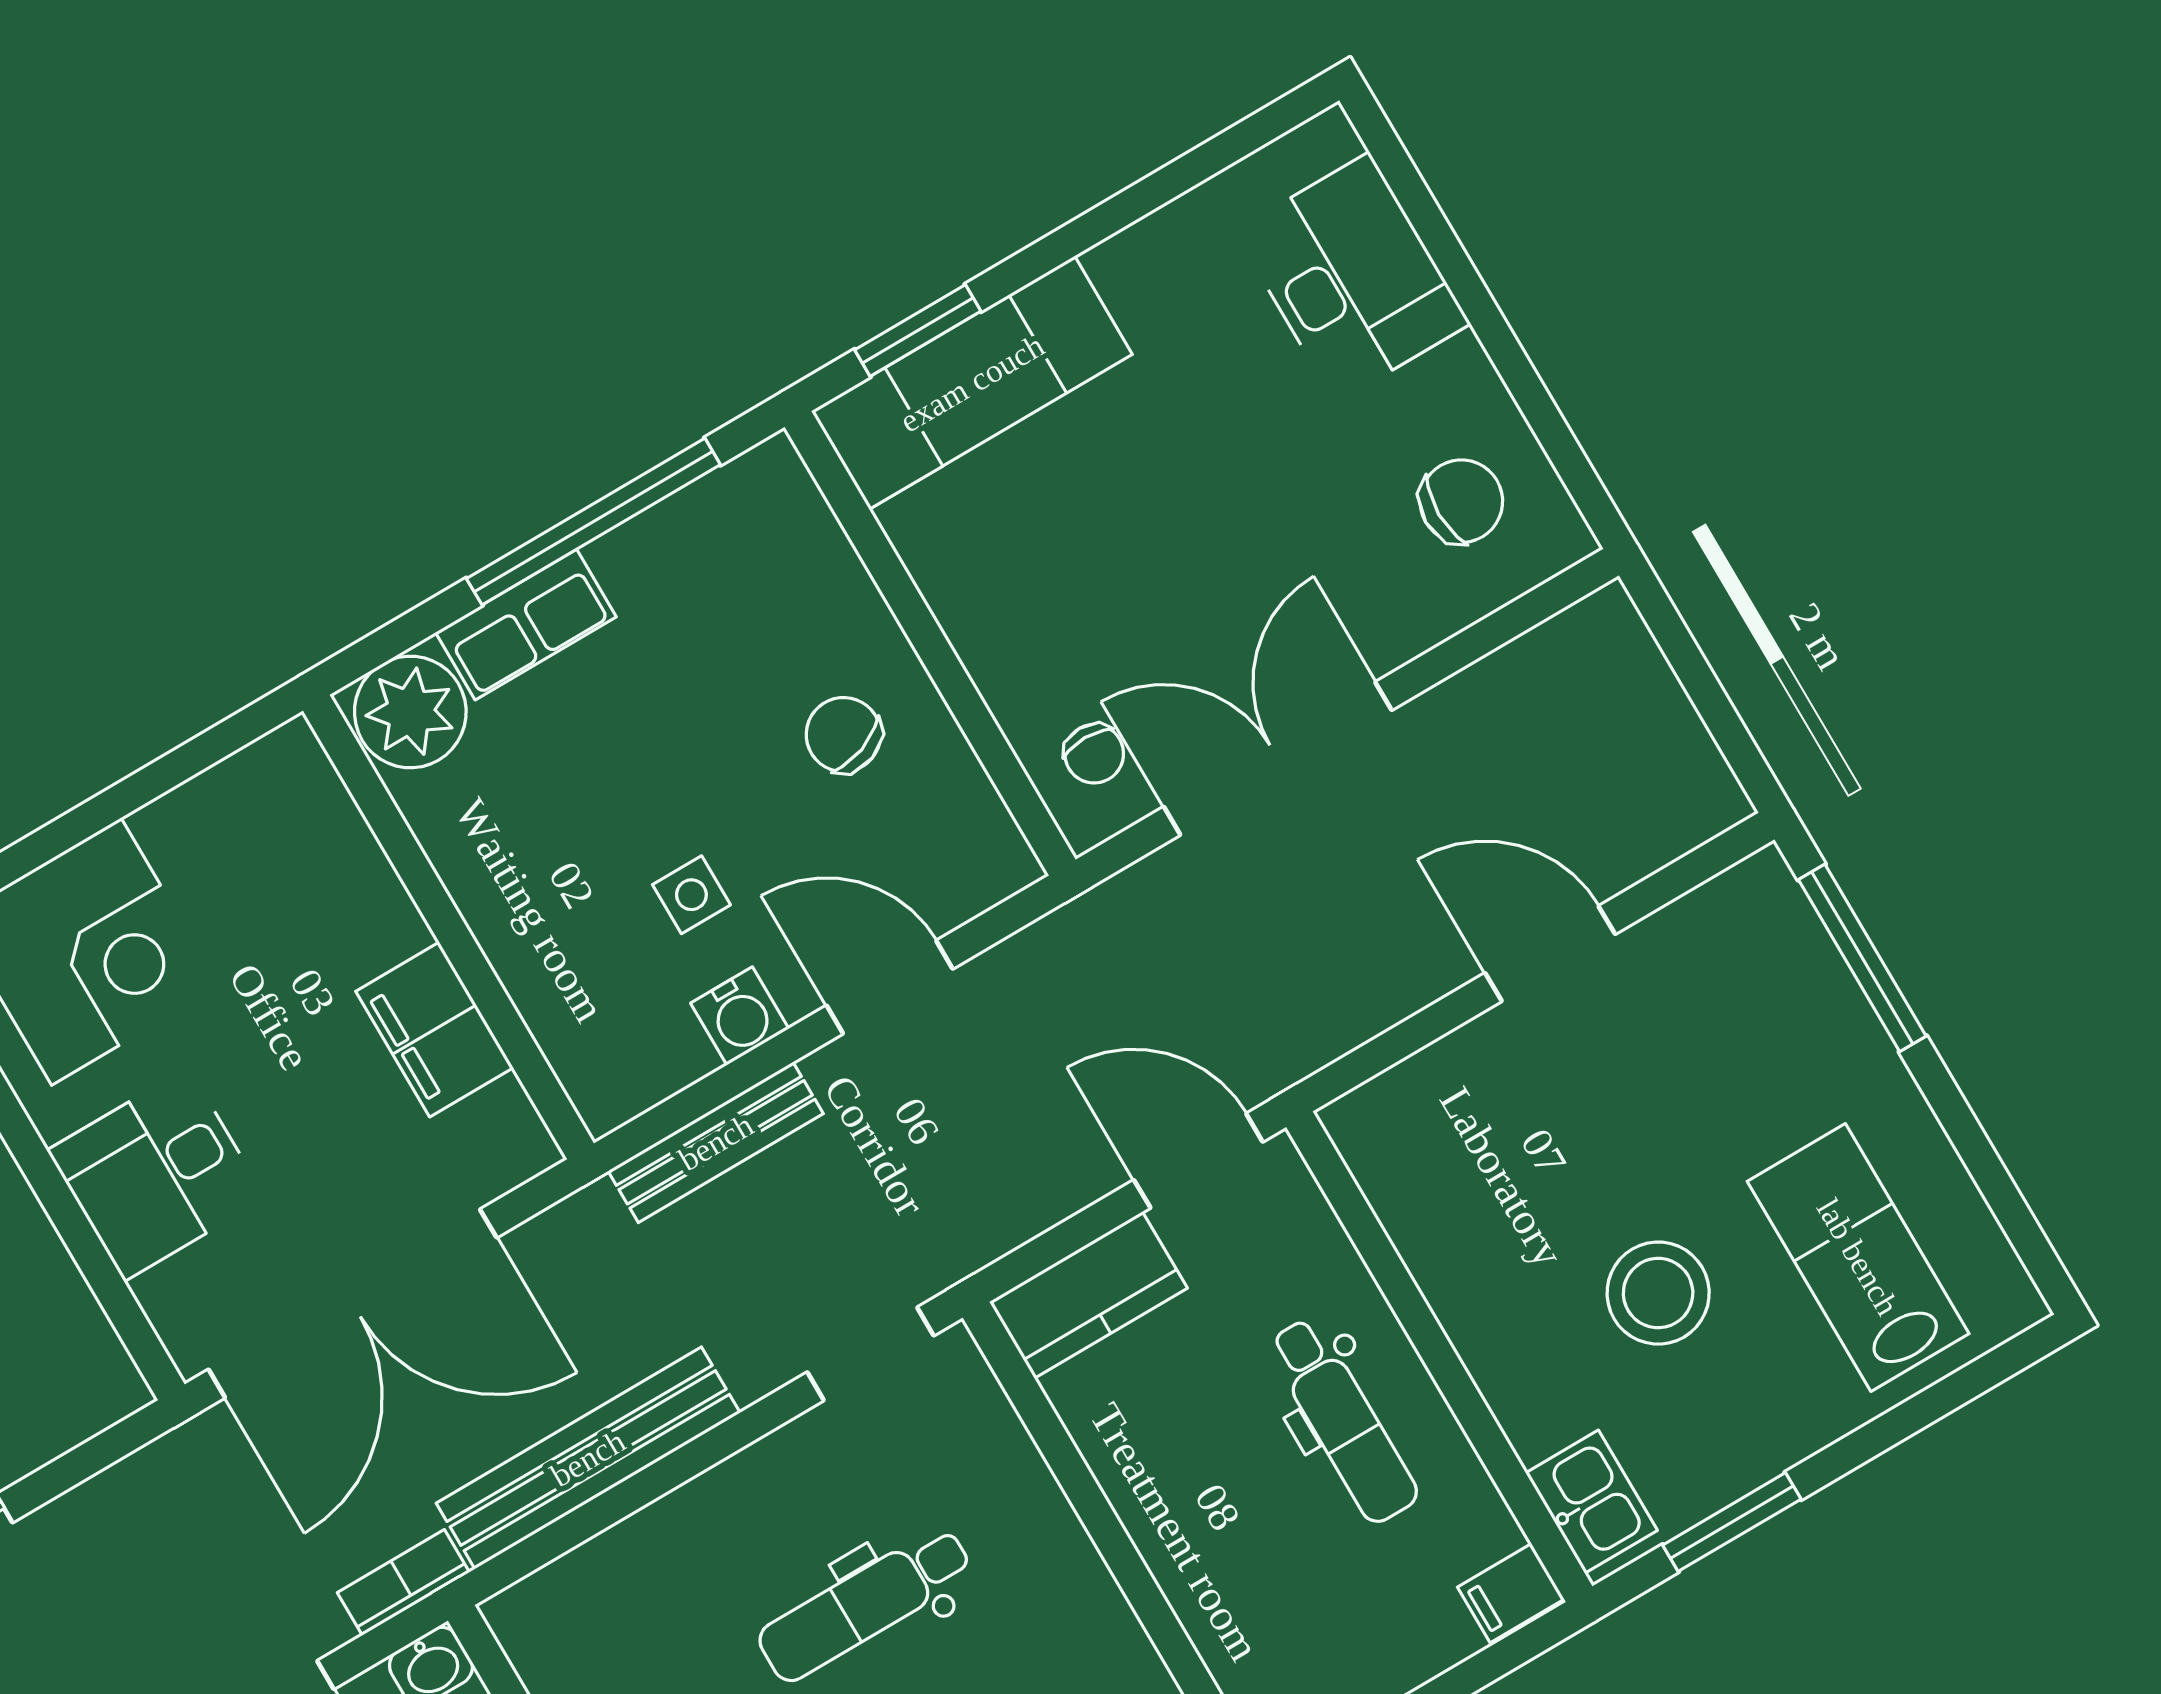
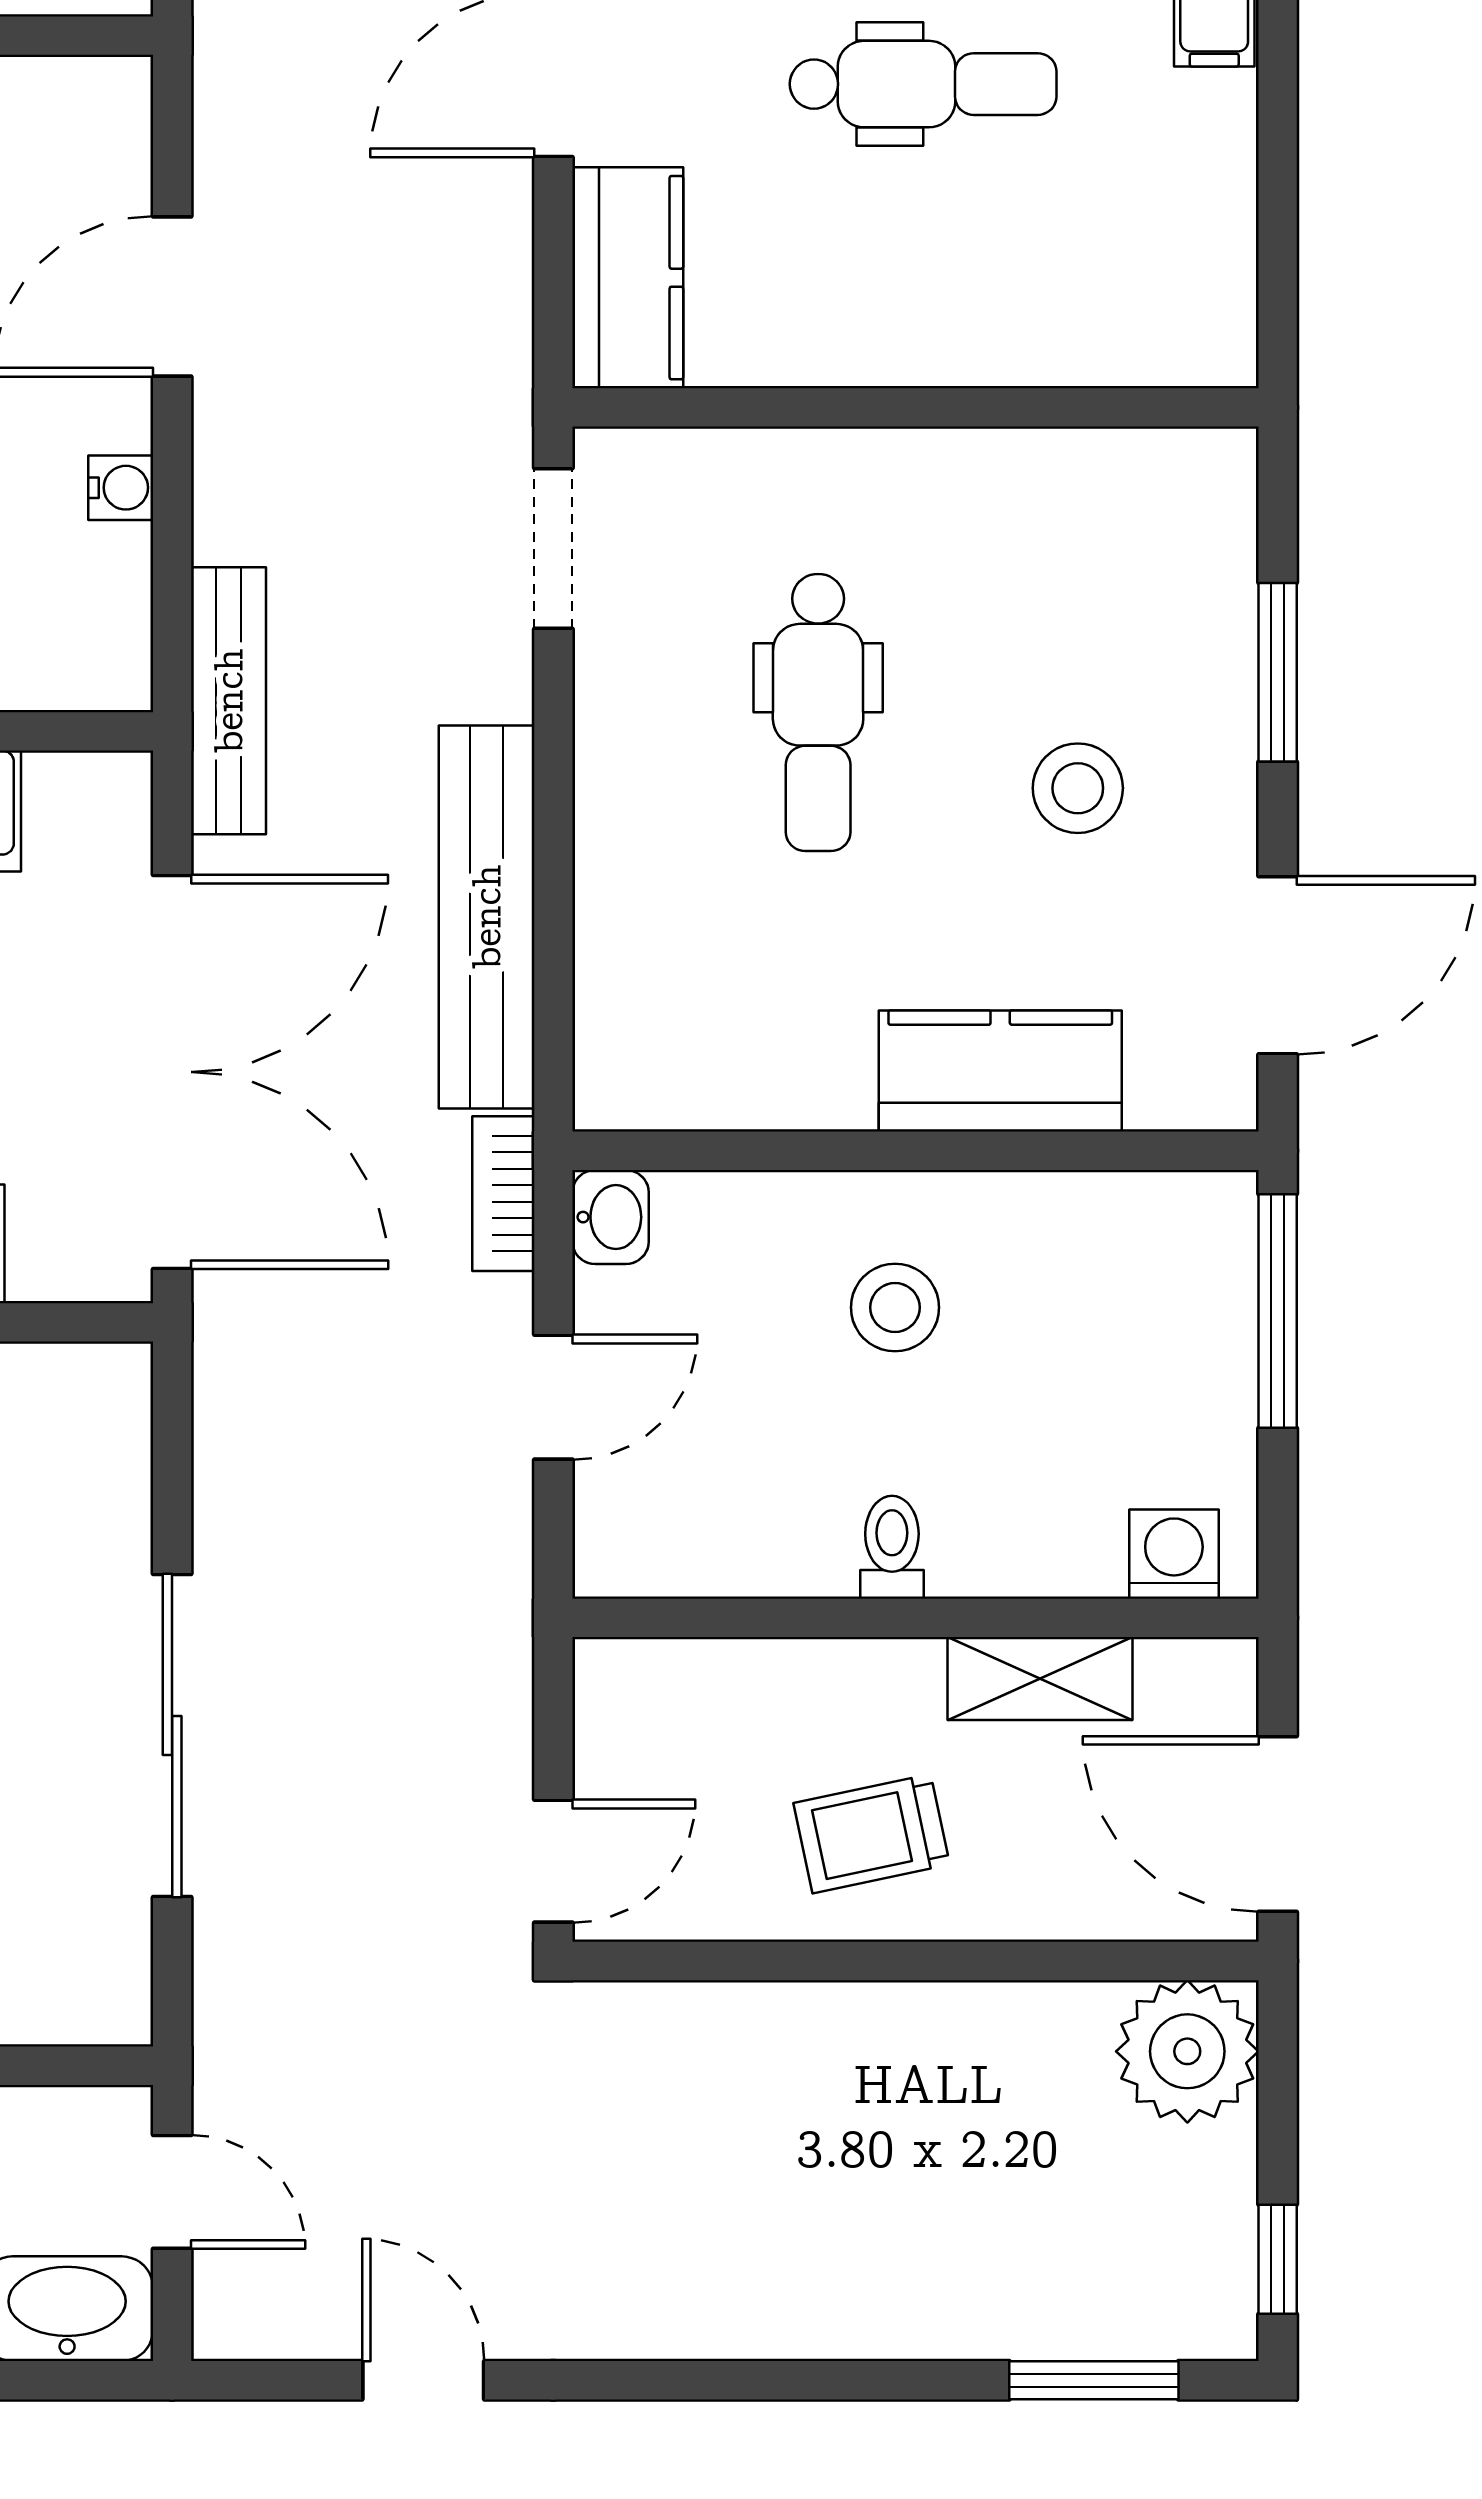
water cooler: (740, 1016) -> (121, 488), width x0.72, depth x0.72
bench: (716, 1142) -> (229, 701), moved

